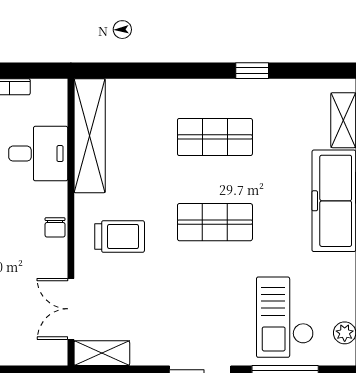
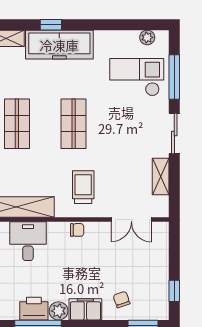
checkout: (285, 317) -> (137, 77), turned 180
shelving: (102, 353) -> (161, 176), moved

